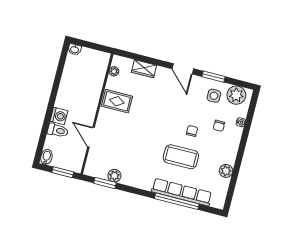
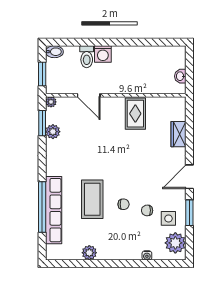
washbasin: (75, 49) -> (180, 76), moved
plant: (114, 71) -> (51, 102), moved
chair: (219, 126) -> (147, 210), moved
door: (91, 137) -> (89, 95), swing flipped

